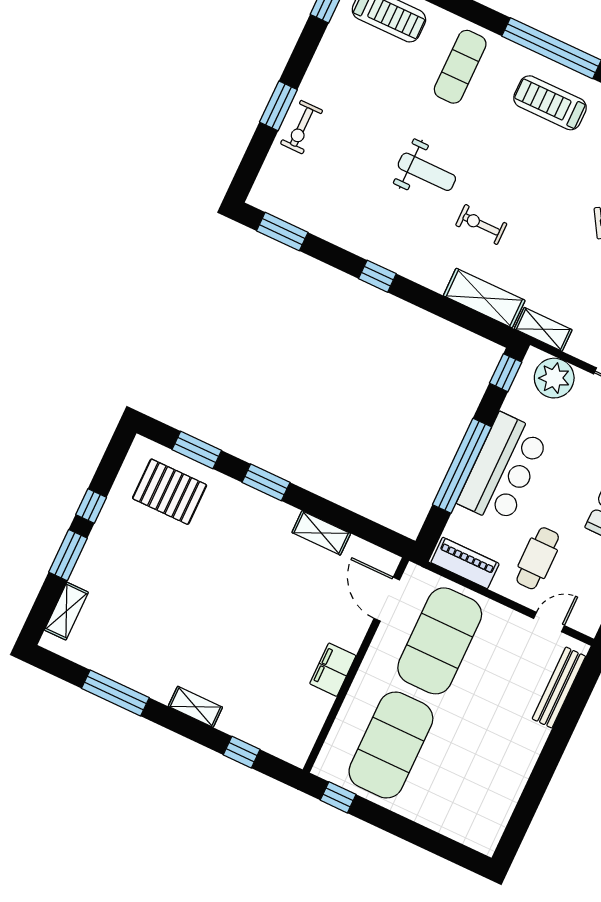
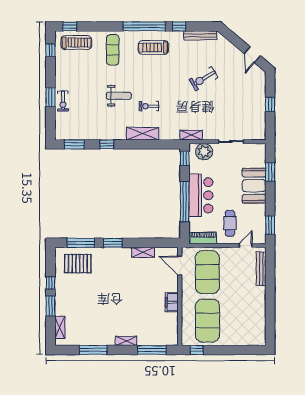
window: (377, 276) -> (107, 144), moved
shelving: (484, 298) -> (143, 134), moved
window: (197, 450) -> (81, 243), width x1.44
window: (242, 752) -> (152, 350), width x2.17

